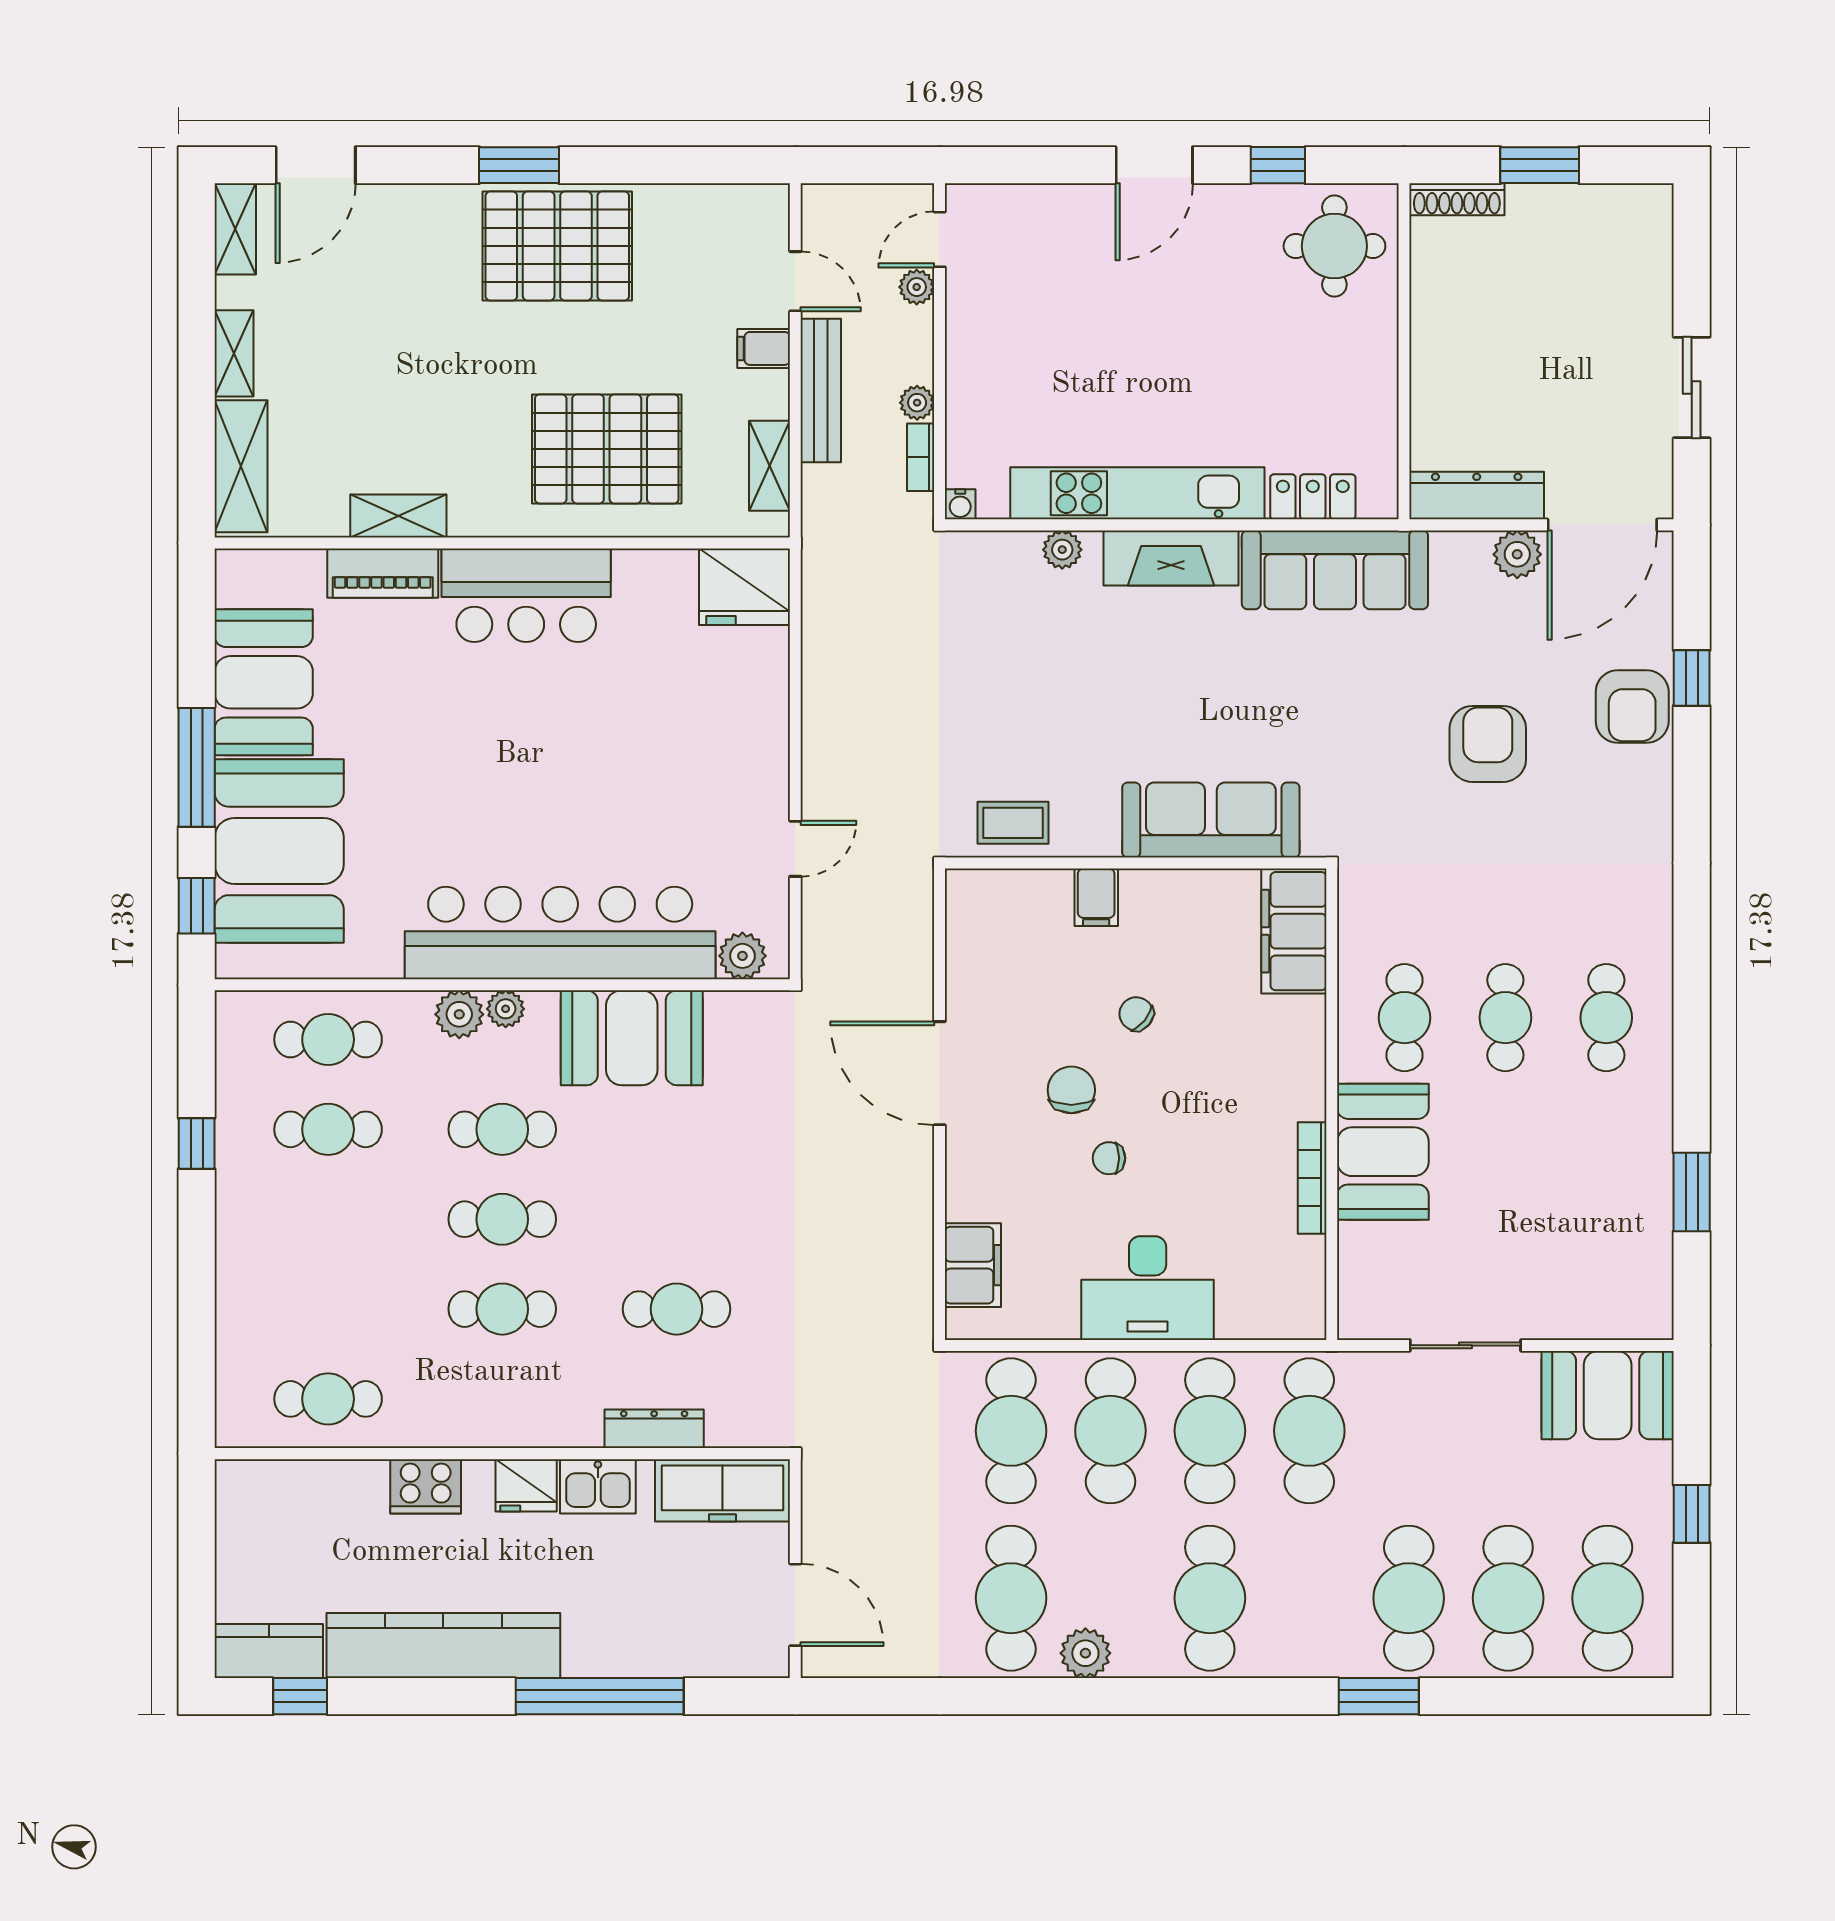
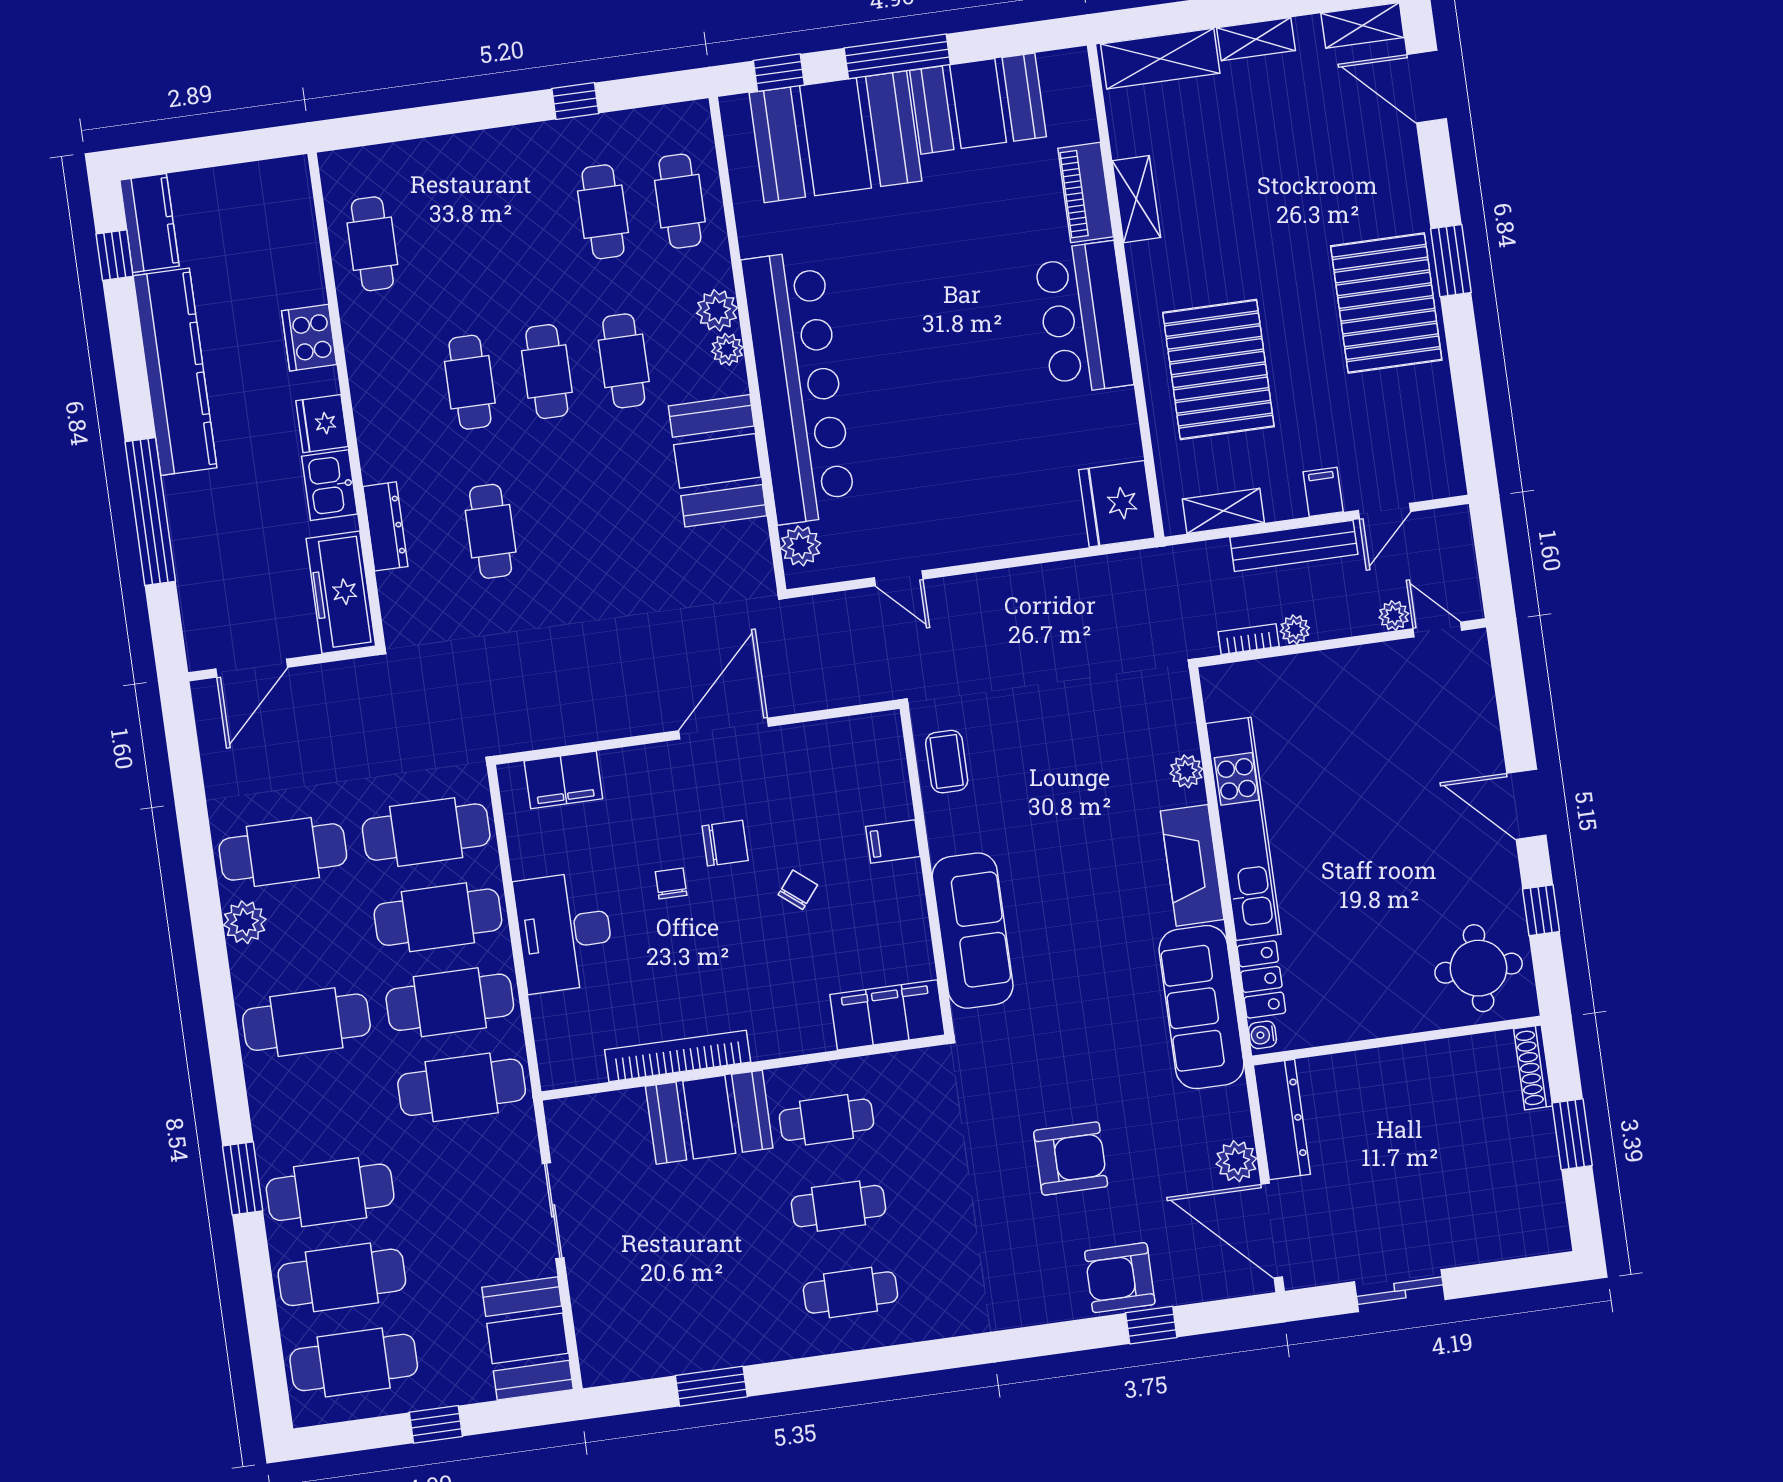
water cooler: (960, 504) -> (1262, 1035), moved
bookcase: (1312, 1178) -> (678, 1056), width x1.48, depth x1.31

